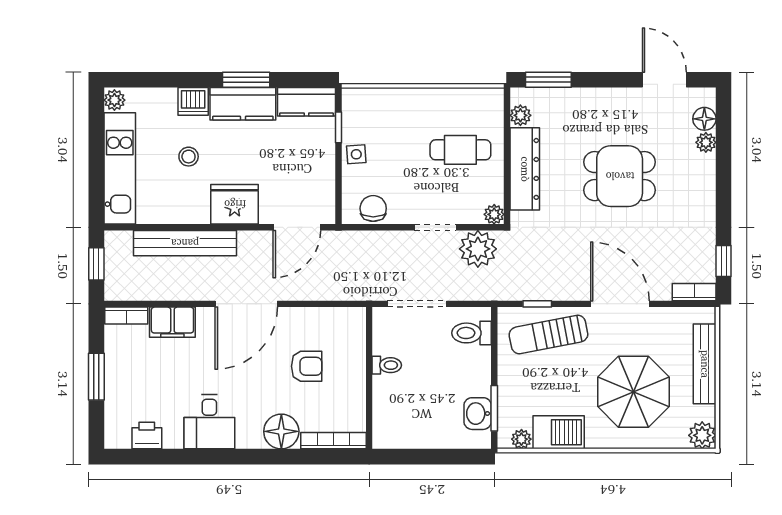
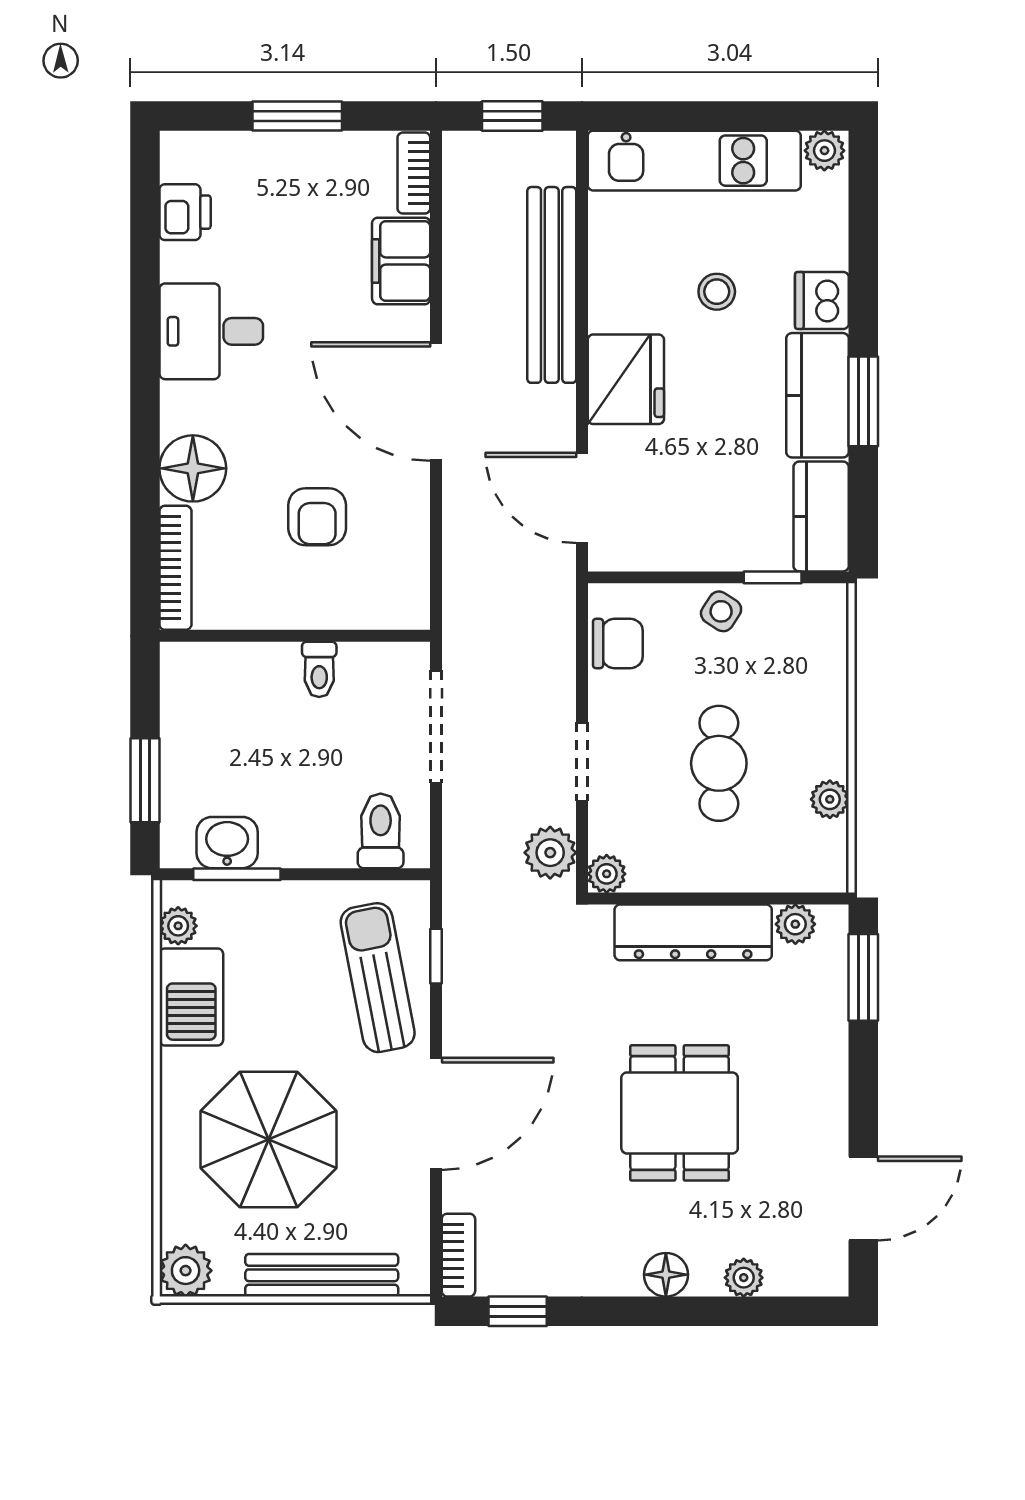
plant: (455, 97) -> (830, 799), added
floor lamp: (704, 119) -> (666, 1275), moved
cafe table: (460, 150) -> (719, 763), moved
side table: (356, 154) -> (721, 611), turned 37
plant: (478, 249) -> (550, 853), width x0.73, depth x0.73
window: (445, 457) -> (145, 780), added

